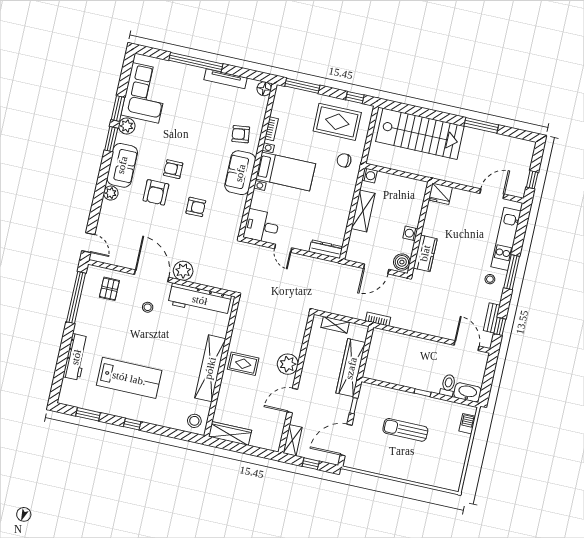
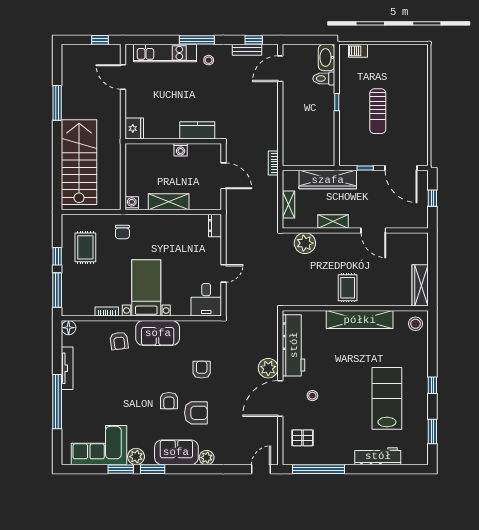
window: (355, 97) -> (57, 256), moved
rug: (337, 122) -> (85, 247), width x0.73, depth x0.70
dresser: (326, 249) -> (215, 226), width x0.70
boiler: (402, 262) -> (211, 152), removed
plant: (288, 364) -> (305, 243), moved
shelving: (293, 440) -> (333, 222), moved

